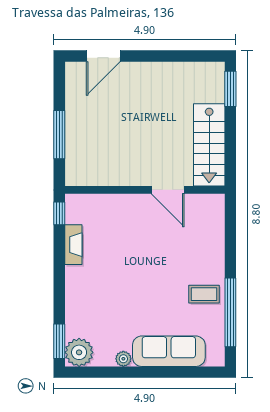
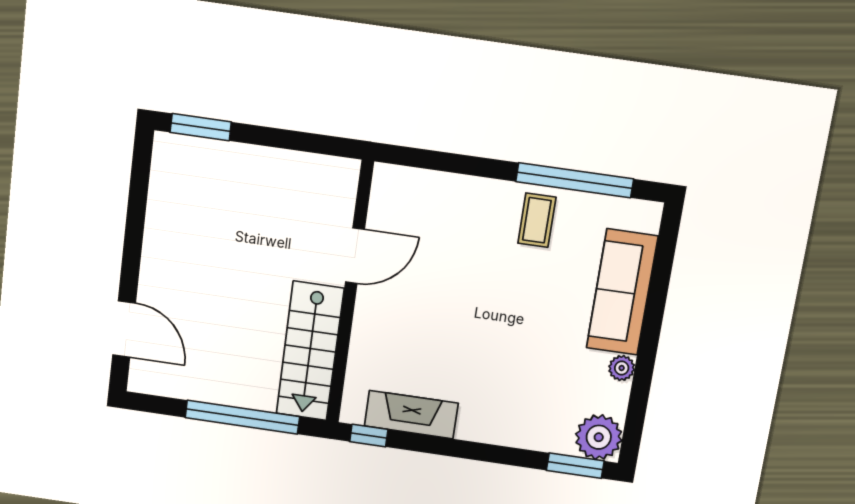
window: (59, 135) -> (242, 417), width x1.46
stairs: (209, 145) -> (310, 351), moved, turned 90
fireplace: (73, 245) -> (411, 415), width x1.37, depth x1.32

